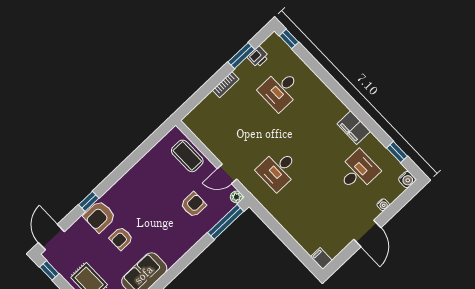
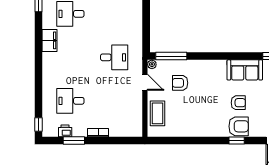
desk: (280, 90) -> (70, 101), turned 180

